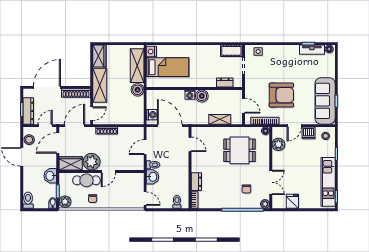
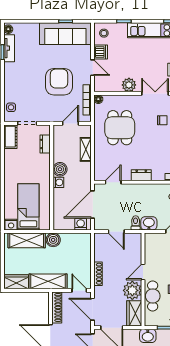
plant: (278, 144) -> (129, 85), moved
door: (108, 171) -> (143, 272), swing flipped
dresser: (196, 182) -> (141, 175), moved

